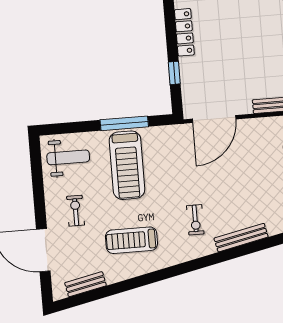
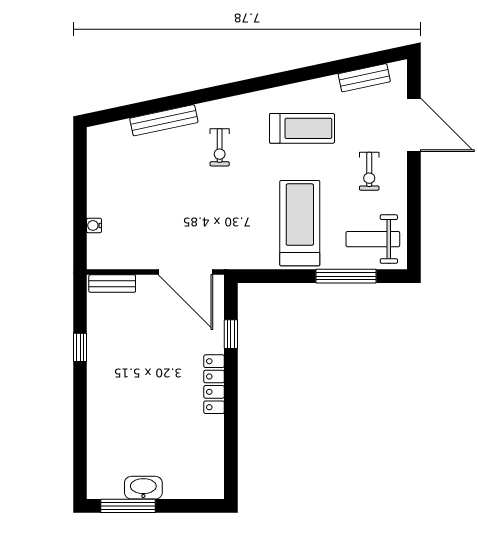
door: (214, 119) -> (186, 272), swing flipped
window: (124, 123) -> (346, 276), moved
exercise bike: (195, 220) -> (220, 147), turned 180

